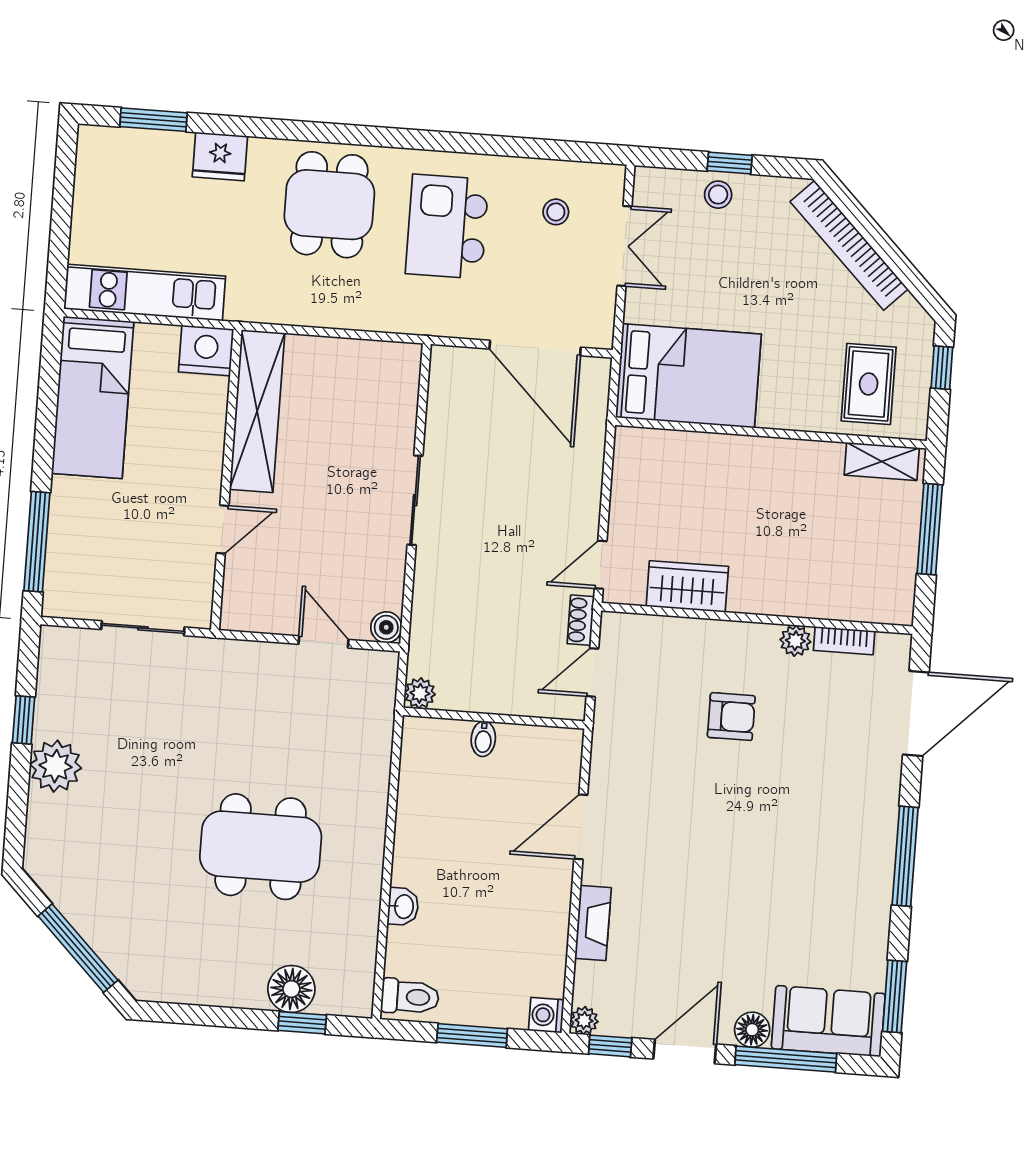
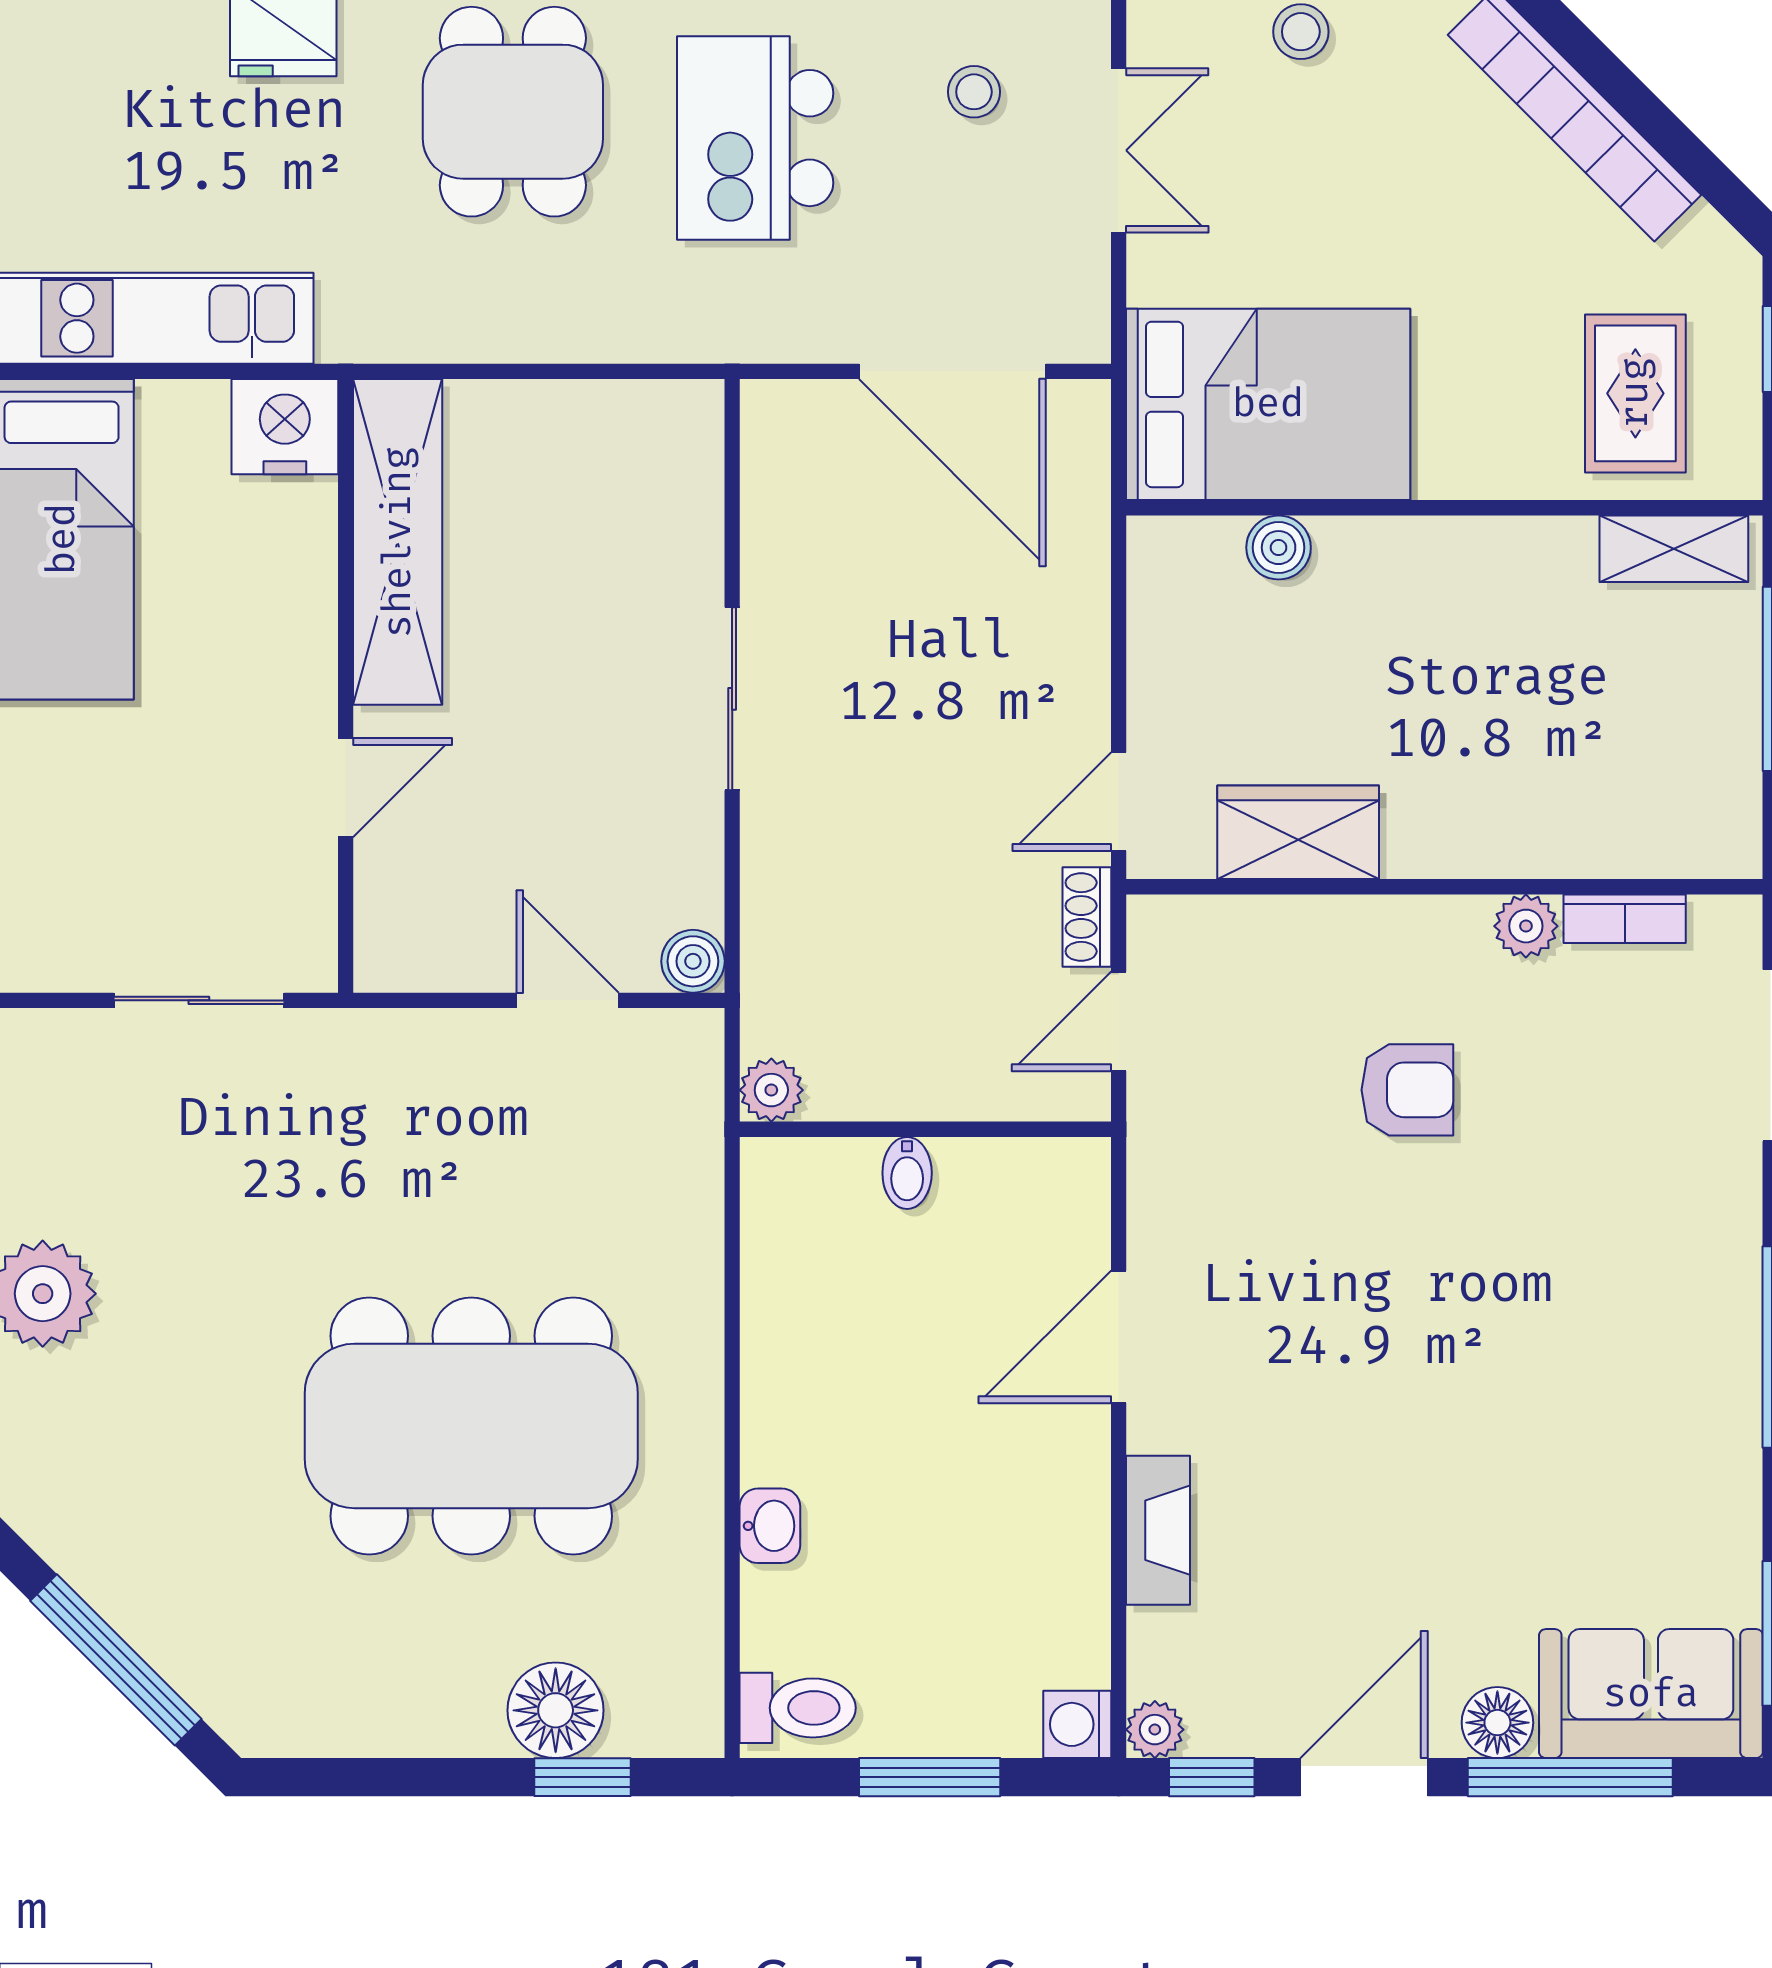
boiler: (688, 446) -> (1279, 548), added
dining table: (261, 847) -> (471, 1426), width x1.36, depth x1.24

